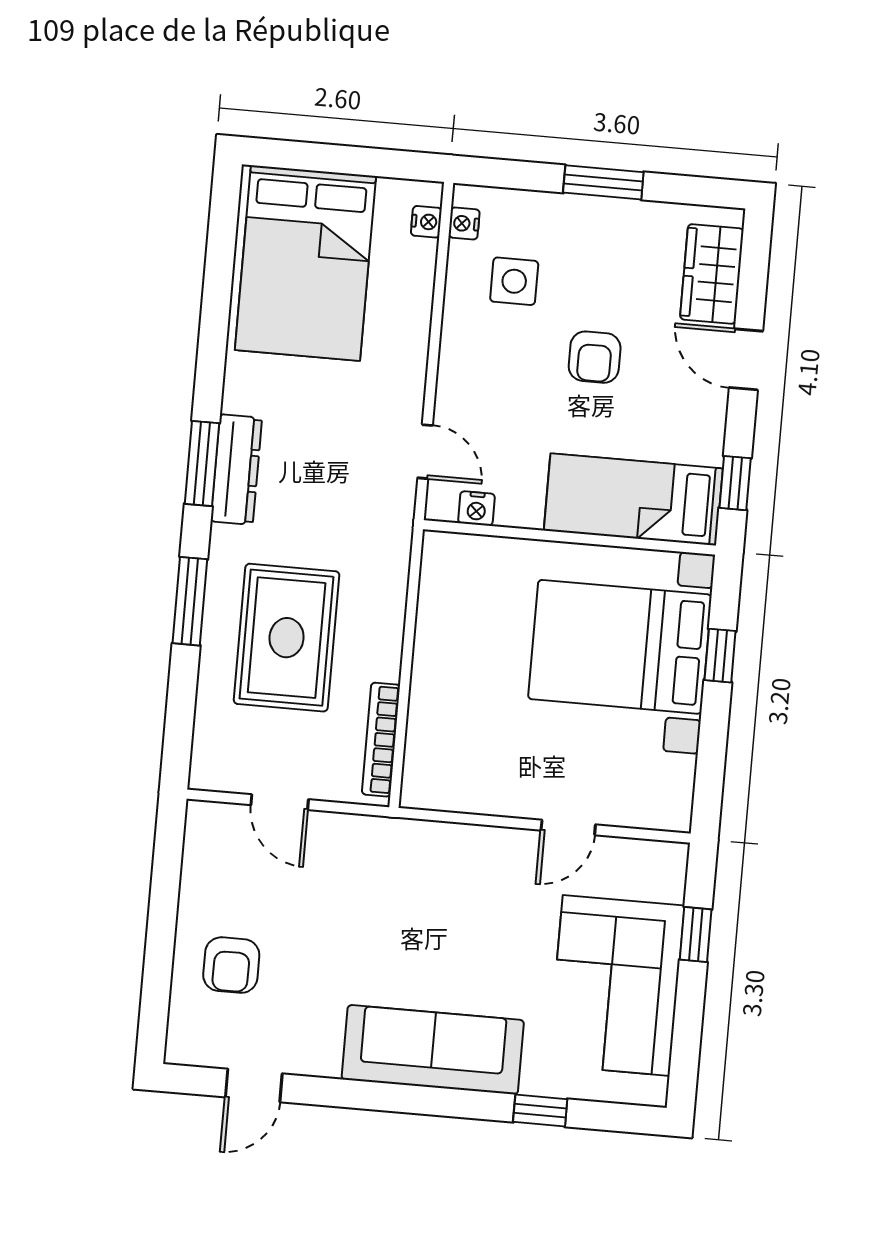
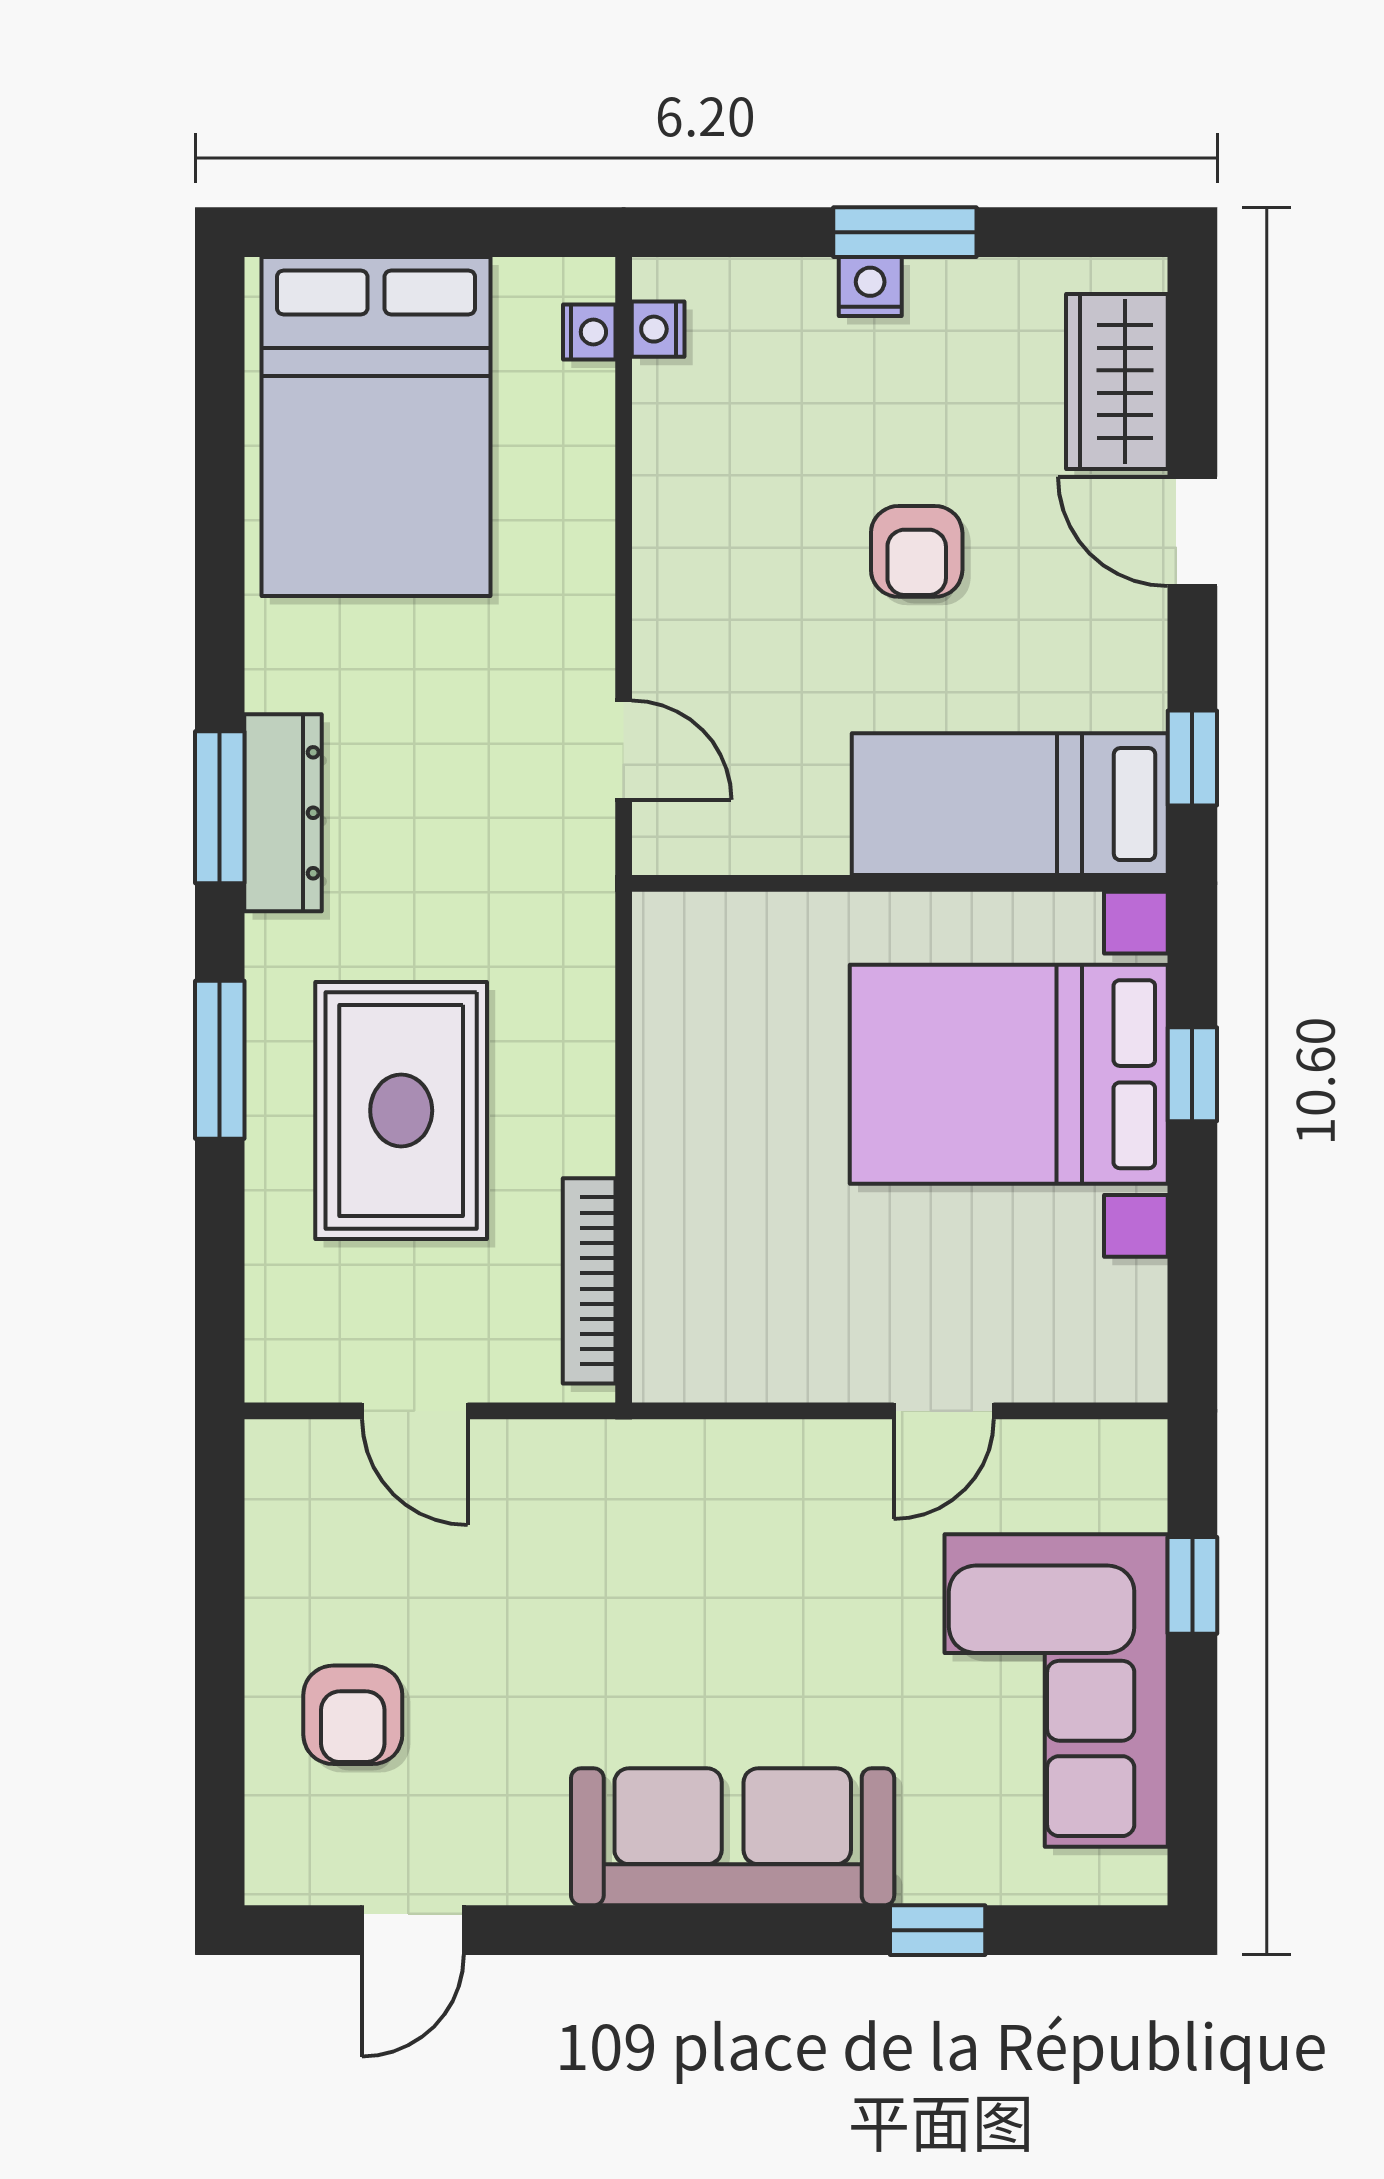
side table: (514, 281) -> (758, 426), removed
nightstand: (476, 508) -> (870, 287), moved, turned 180

